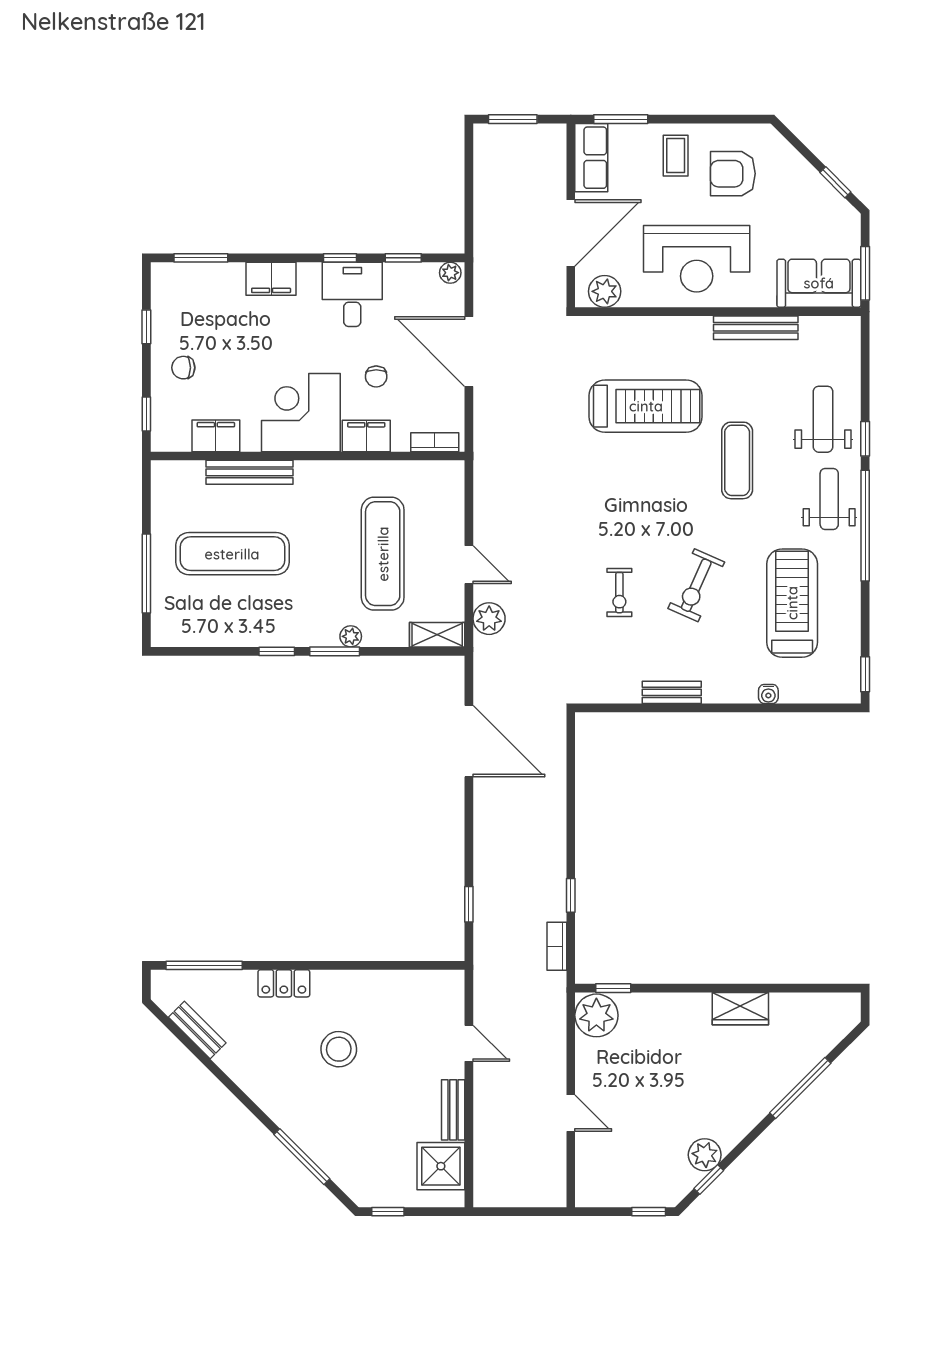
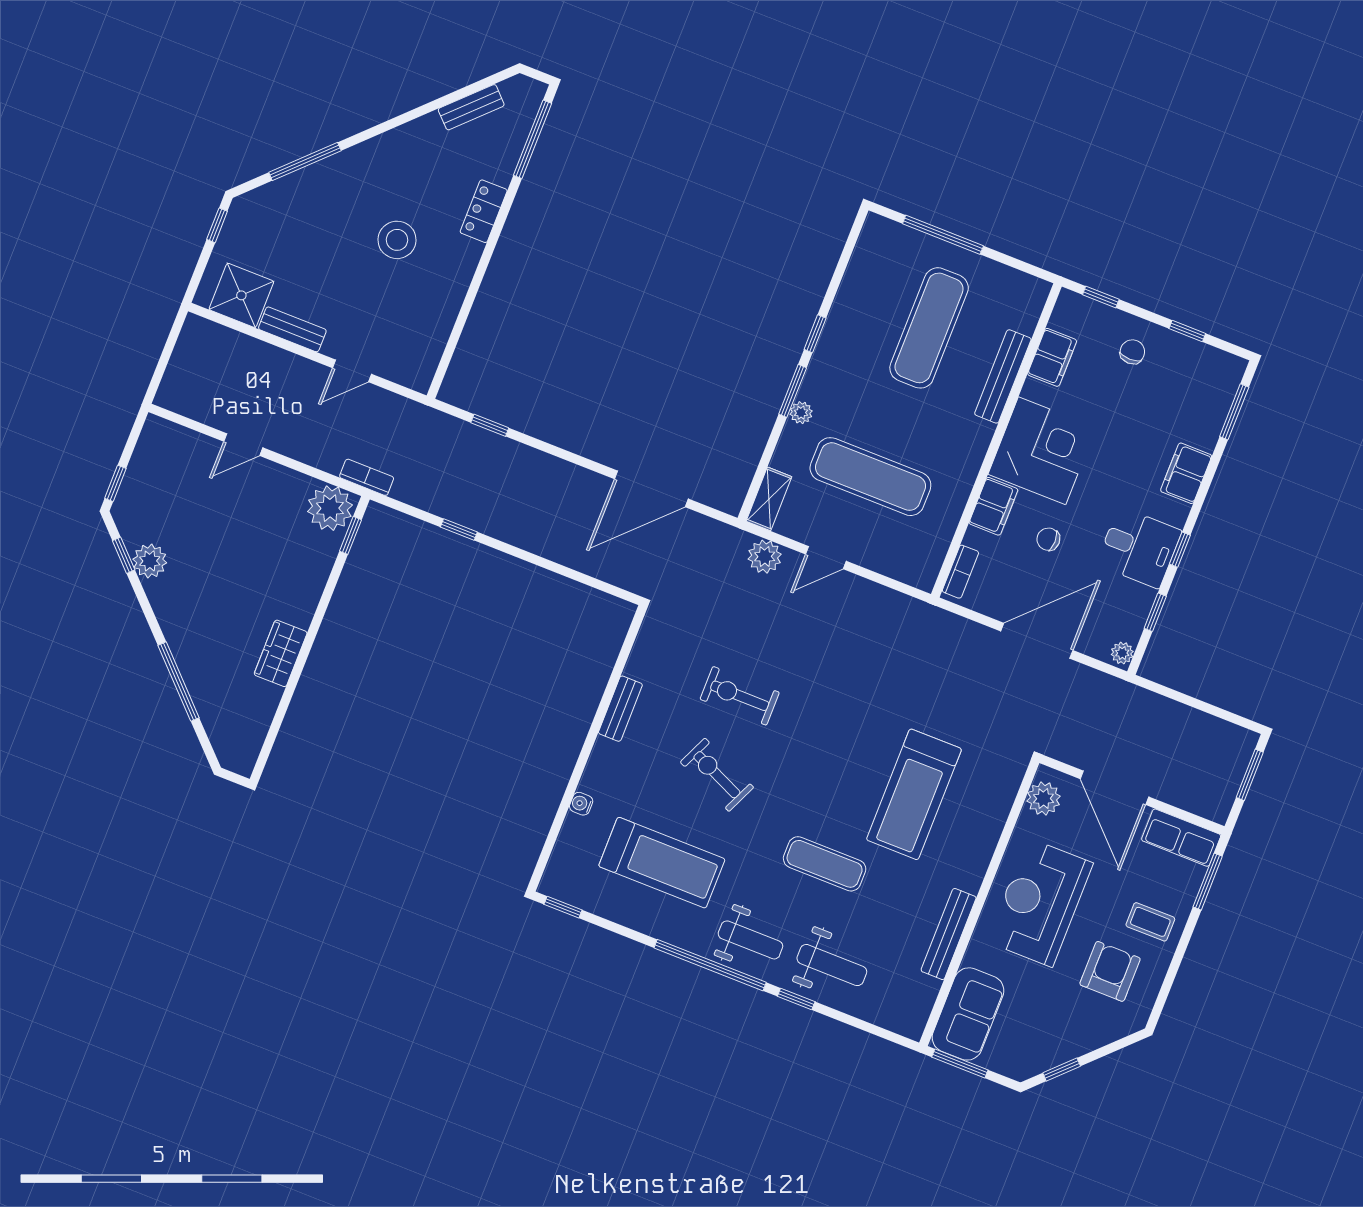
exercise bike: (619, 593) -> (740, 696), width x1.38, depth x1.39
bookcase: (557, 946) -> (367, 477), moved

